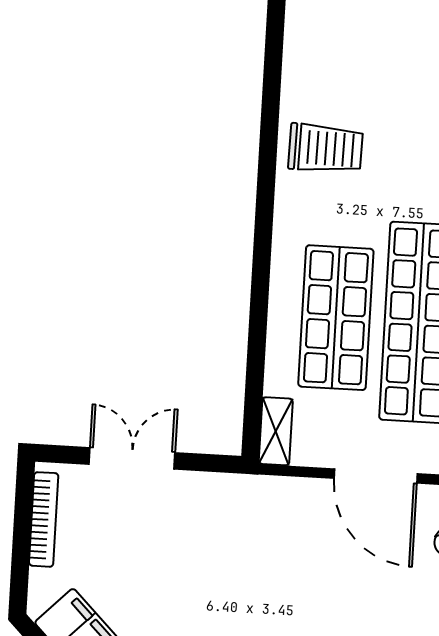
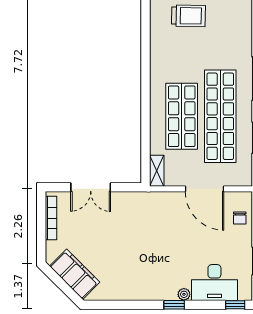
trolley: (326, 148) -> (188, 16), moved
double door: (132, 458) -> (91, 187), swing flipped

